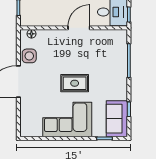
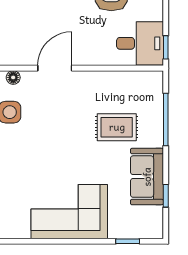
door: (79, 28) -> (55, 68), moved
rug: (75, 83) -> (117, 127), moved
sofa: (117, 119) -> (147, 177), moved

